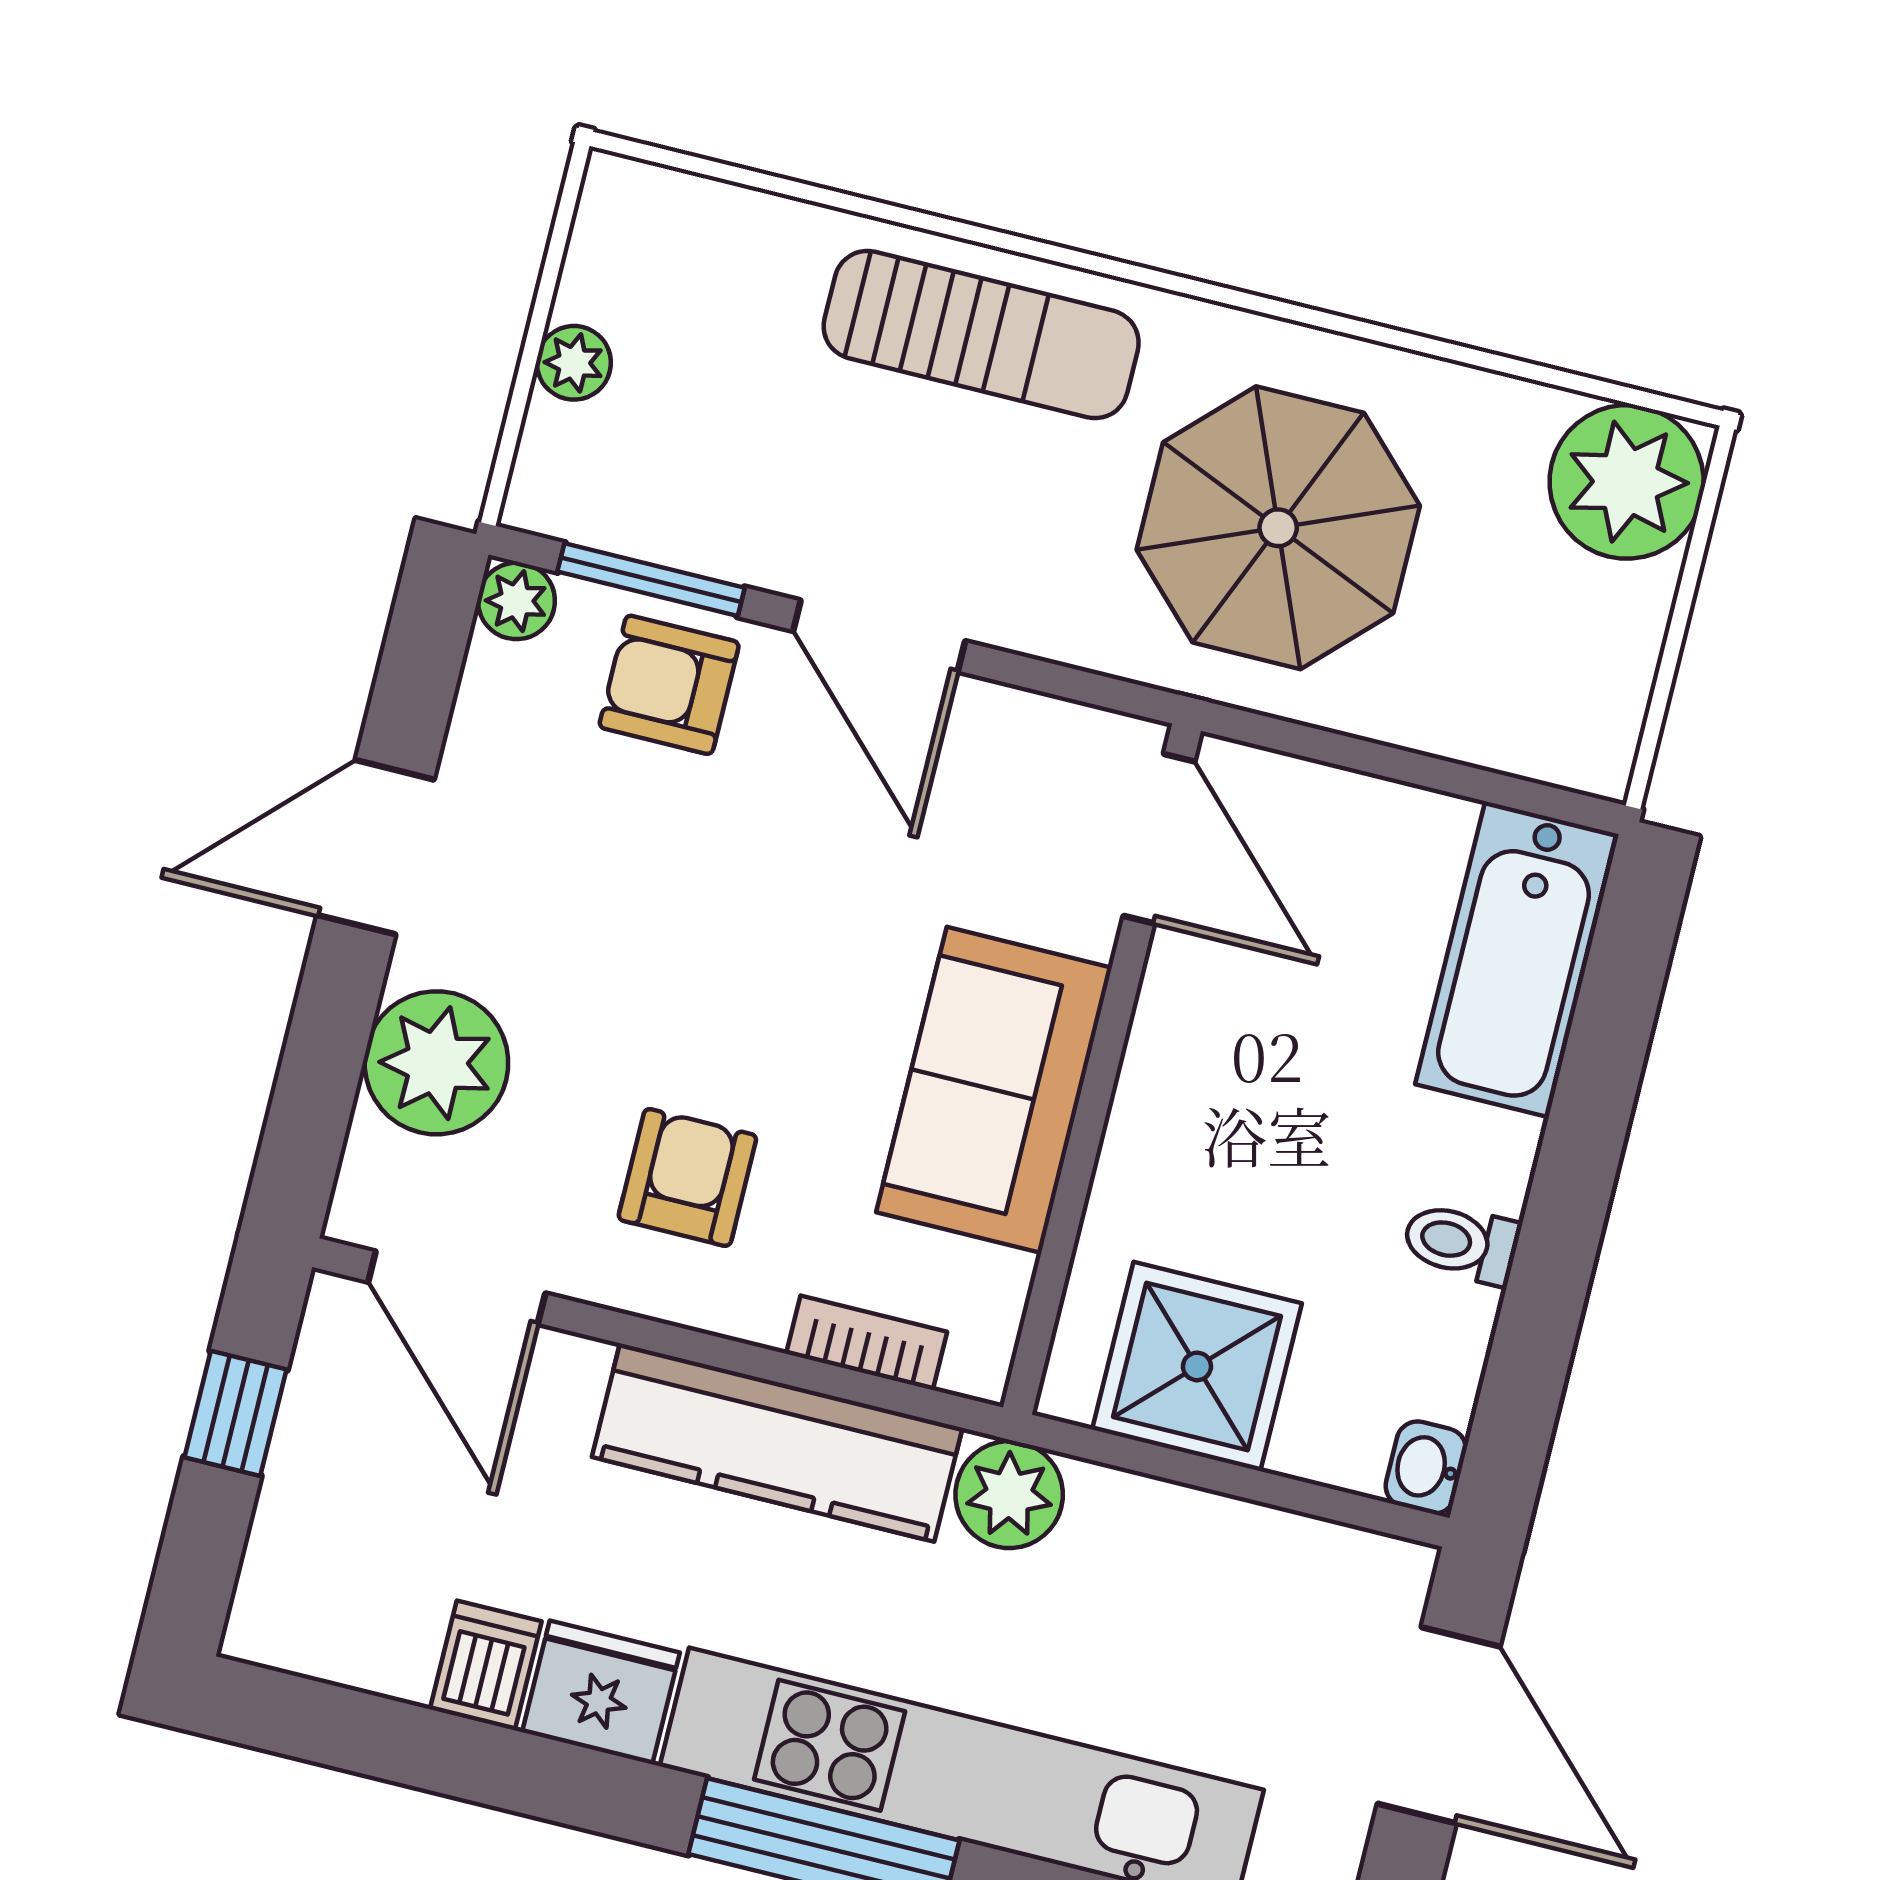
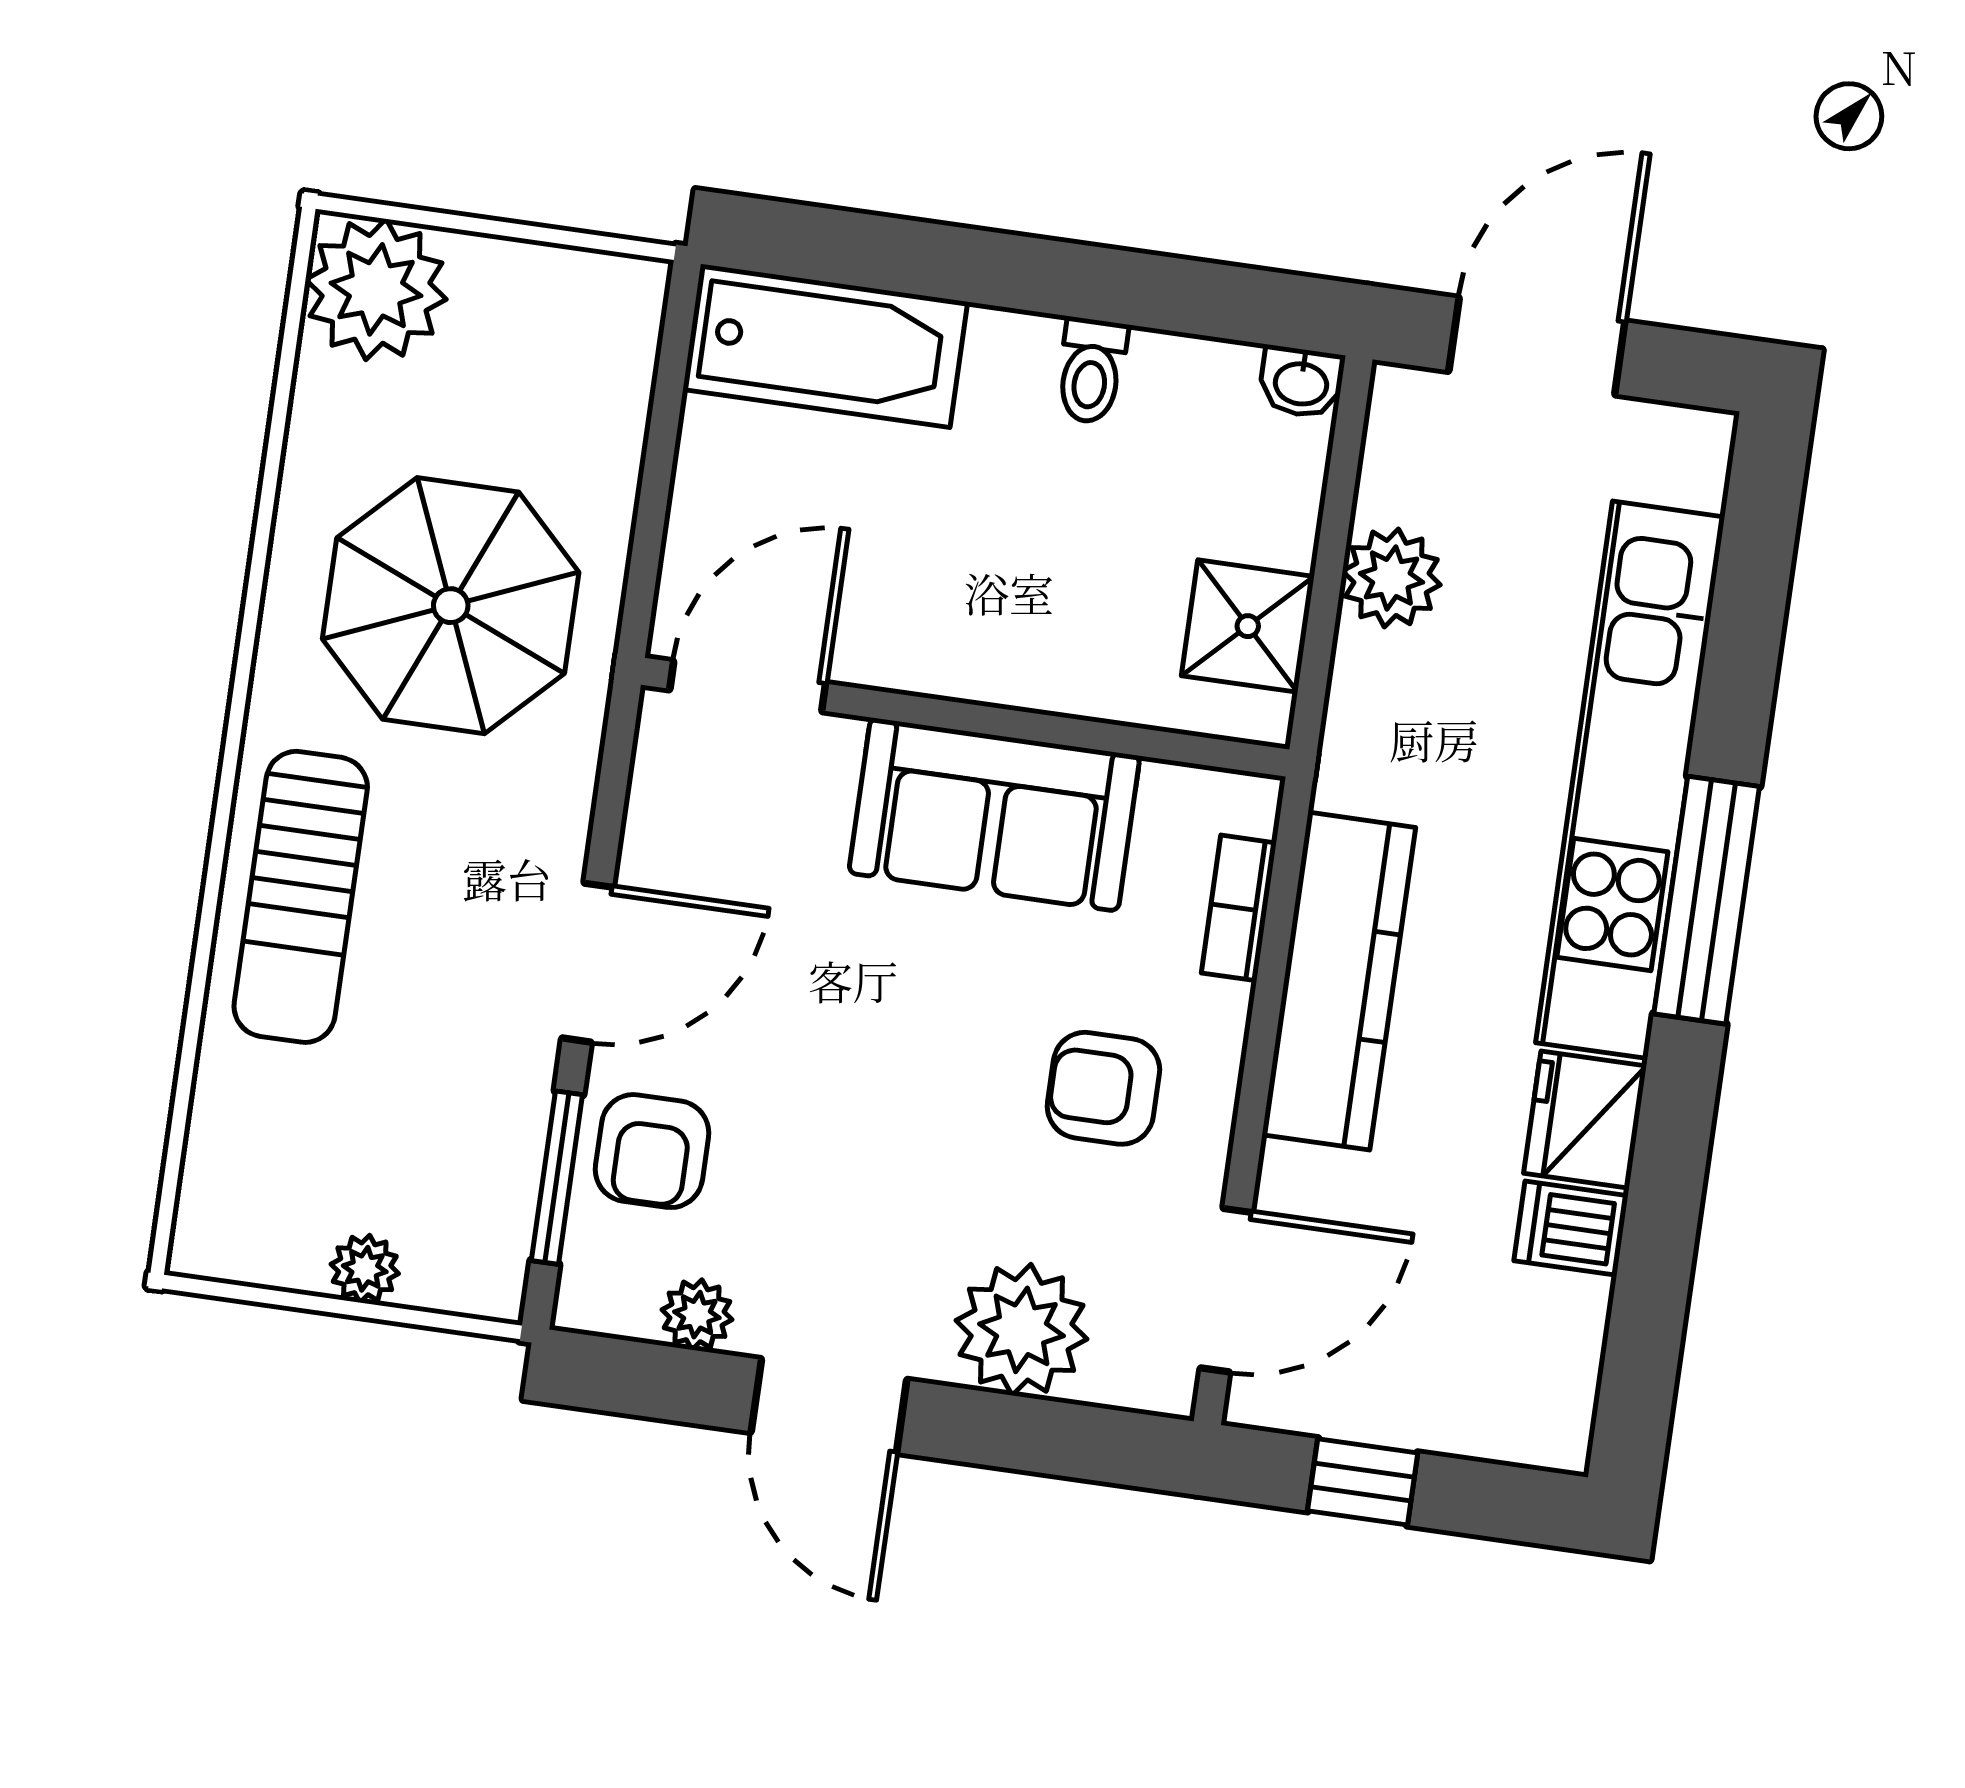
sun lounger: (981, 335) -> (301, 897), turned 180
plant: (516, 601) -> (697, 1315), moved
shower: (1197, 1366) -> (1248, 626), width x0.73, depth x0.73
plant: (1009, 1495) -> (1391, 578), moved

